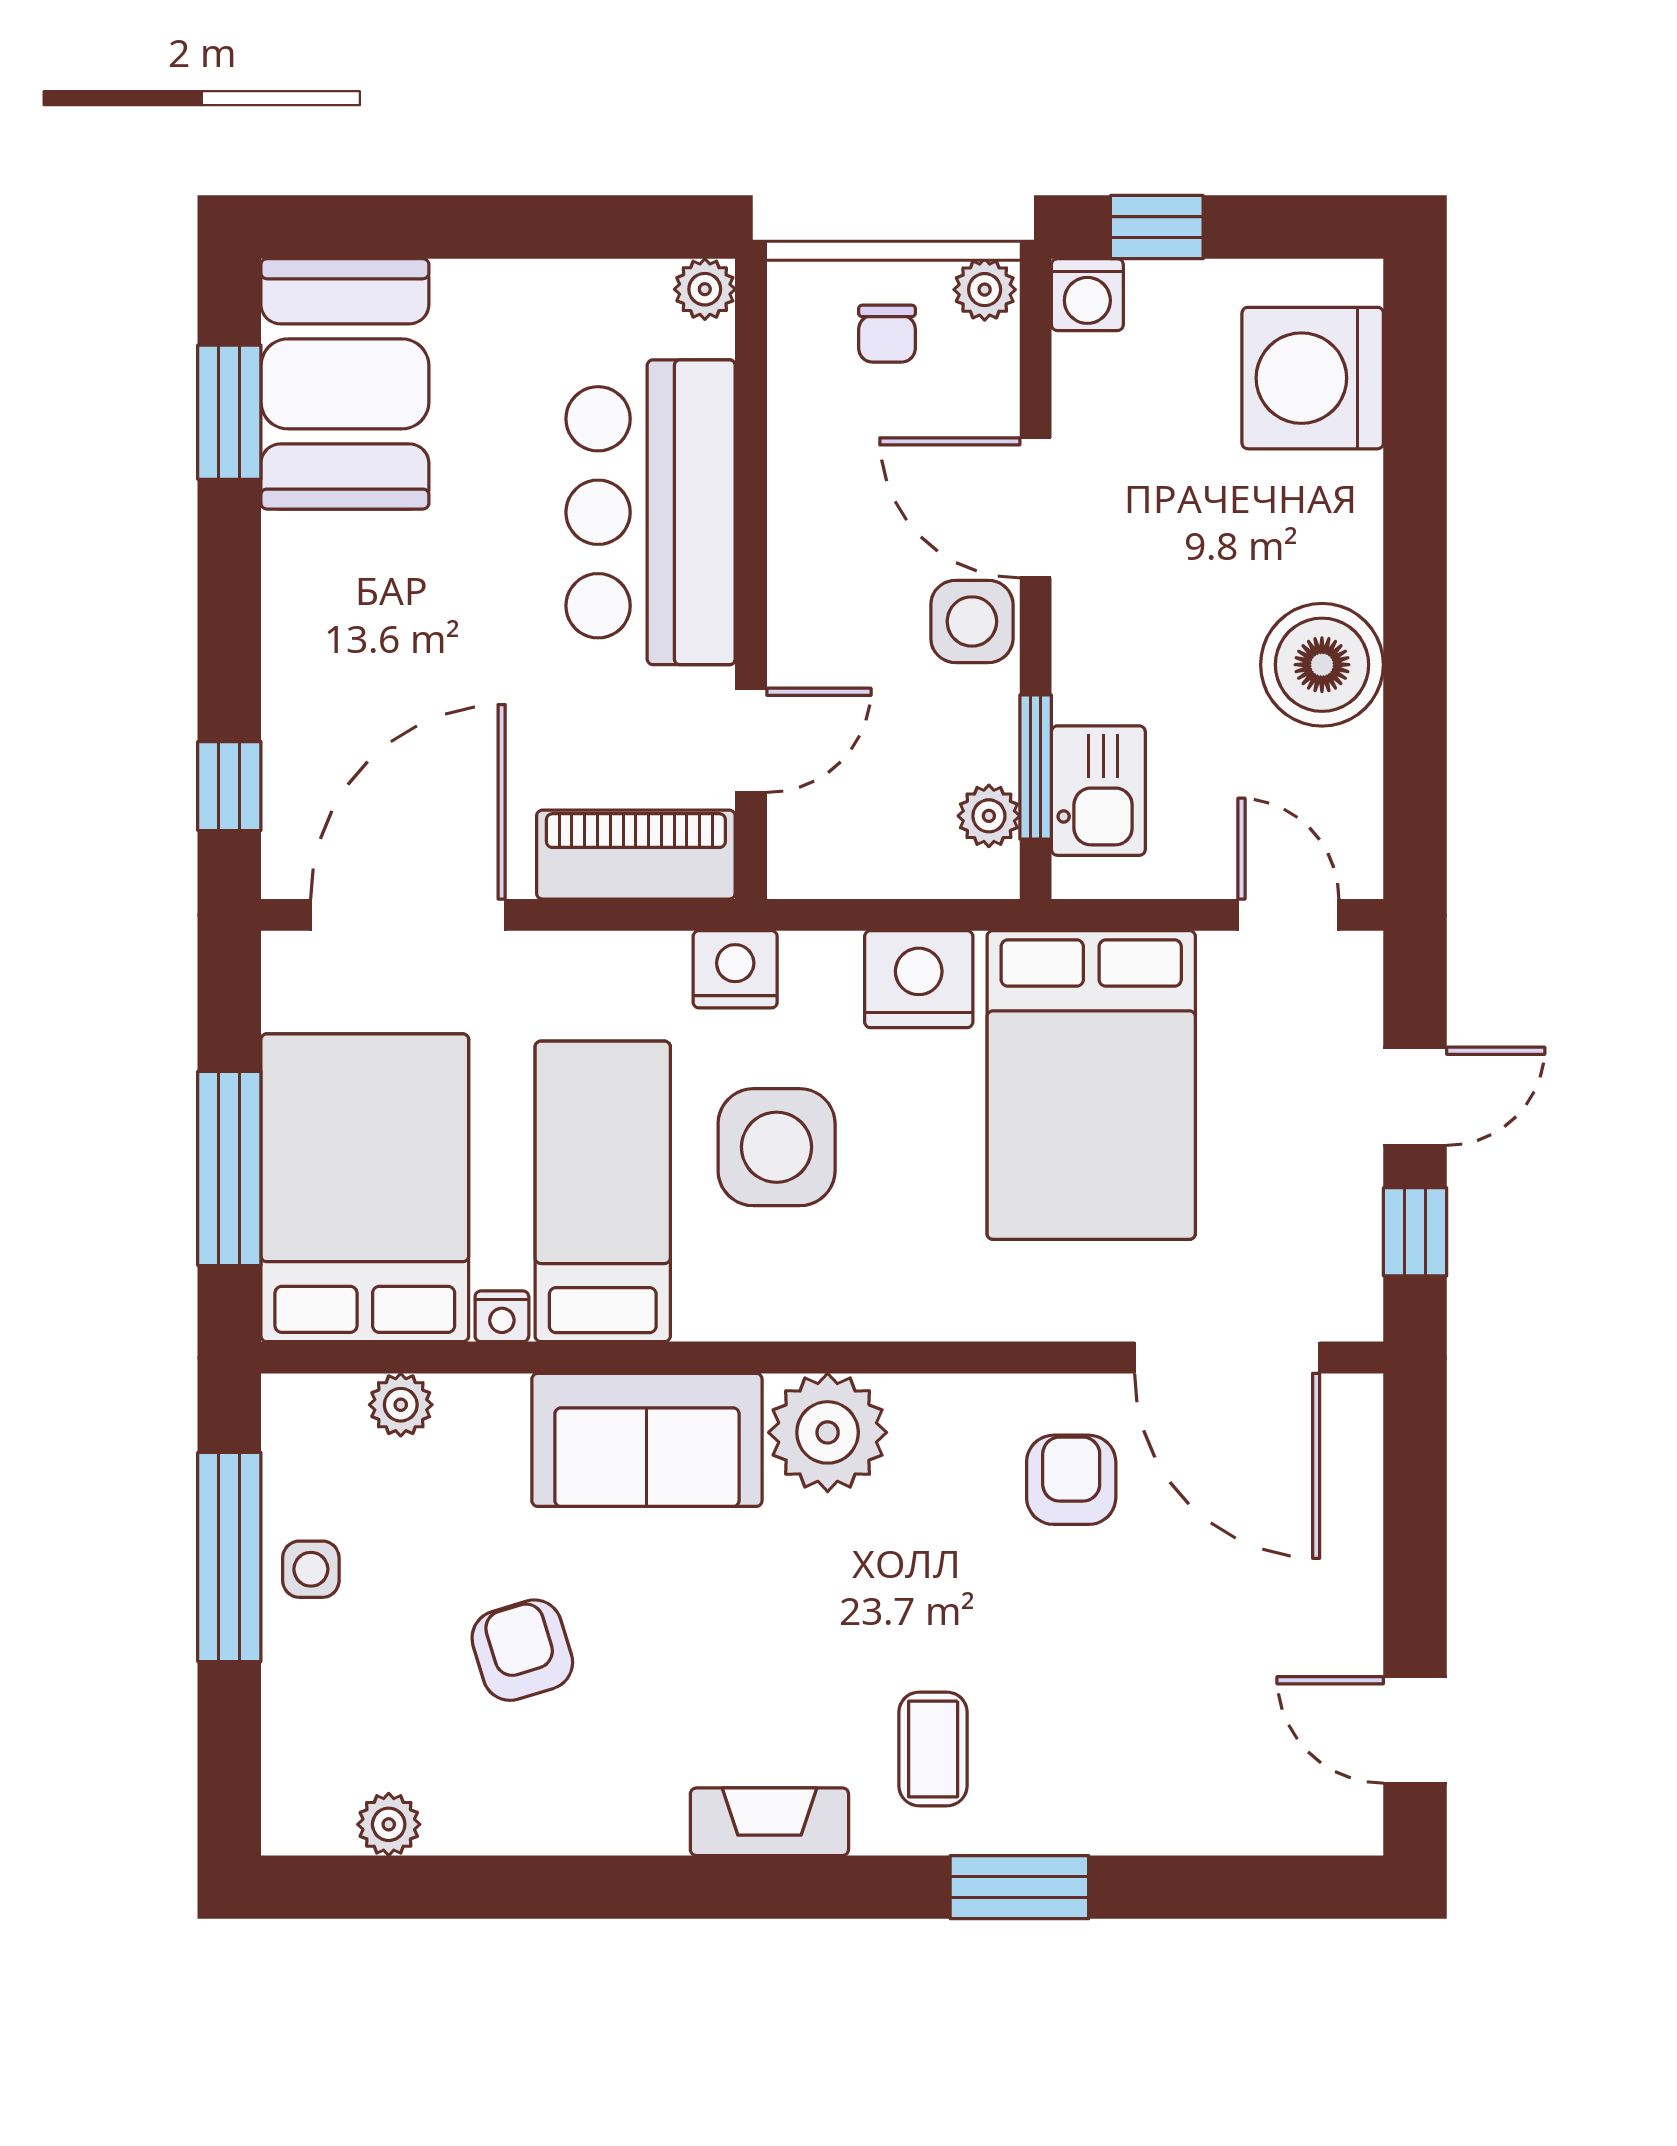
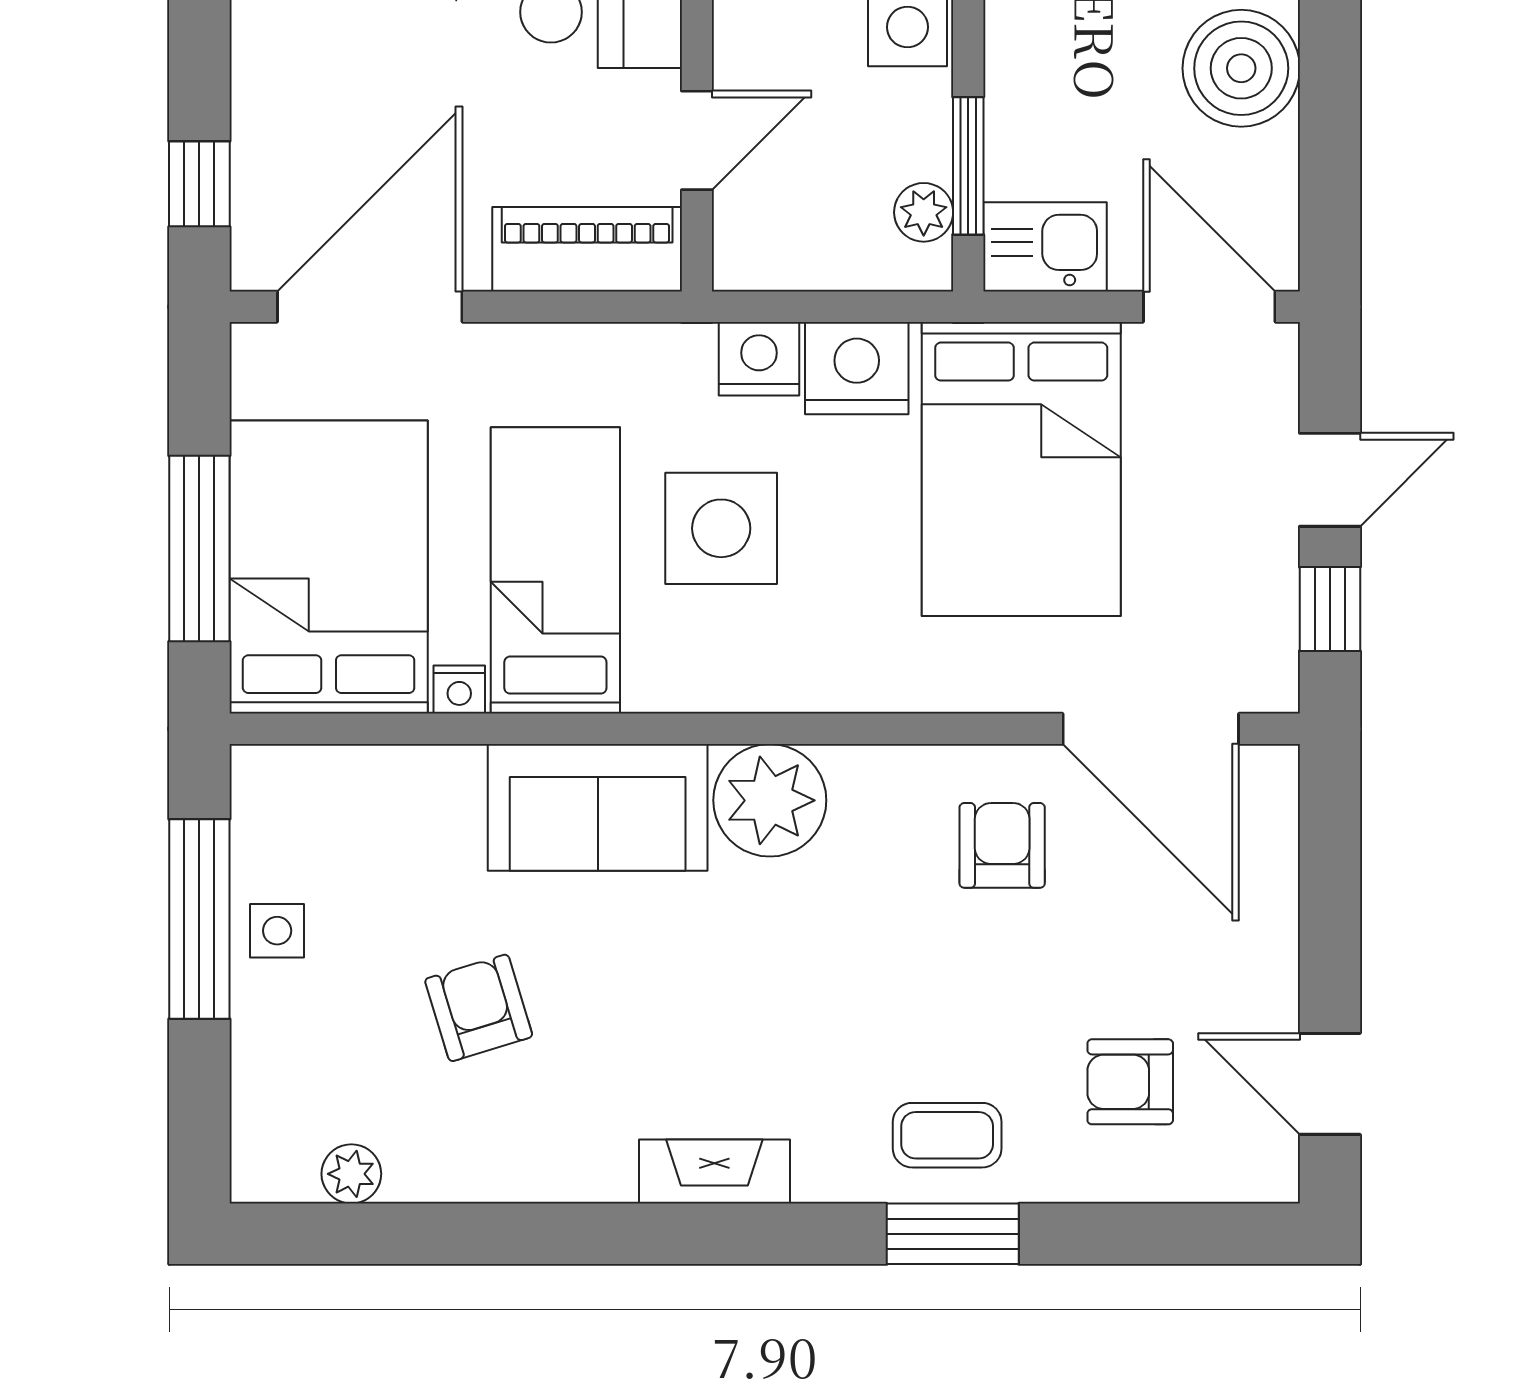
kitchen sink: (1098, 791) -> (1045, 247), moved, turned -90
door: (1288, 915) -> (1209, 307), width x1.38
nightstand: (735, 969) -> (759, 359), moved
plant: (401, 1405) -> (363, 774), removed
armchair: (1206, 1728) -> (1130, 1082), added
coffee table: (933, 1749) -> (947, 1135), moved, turned 90

